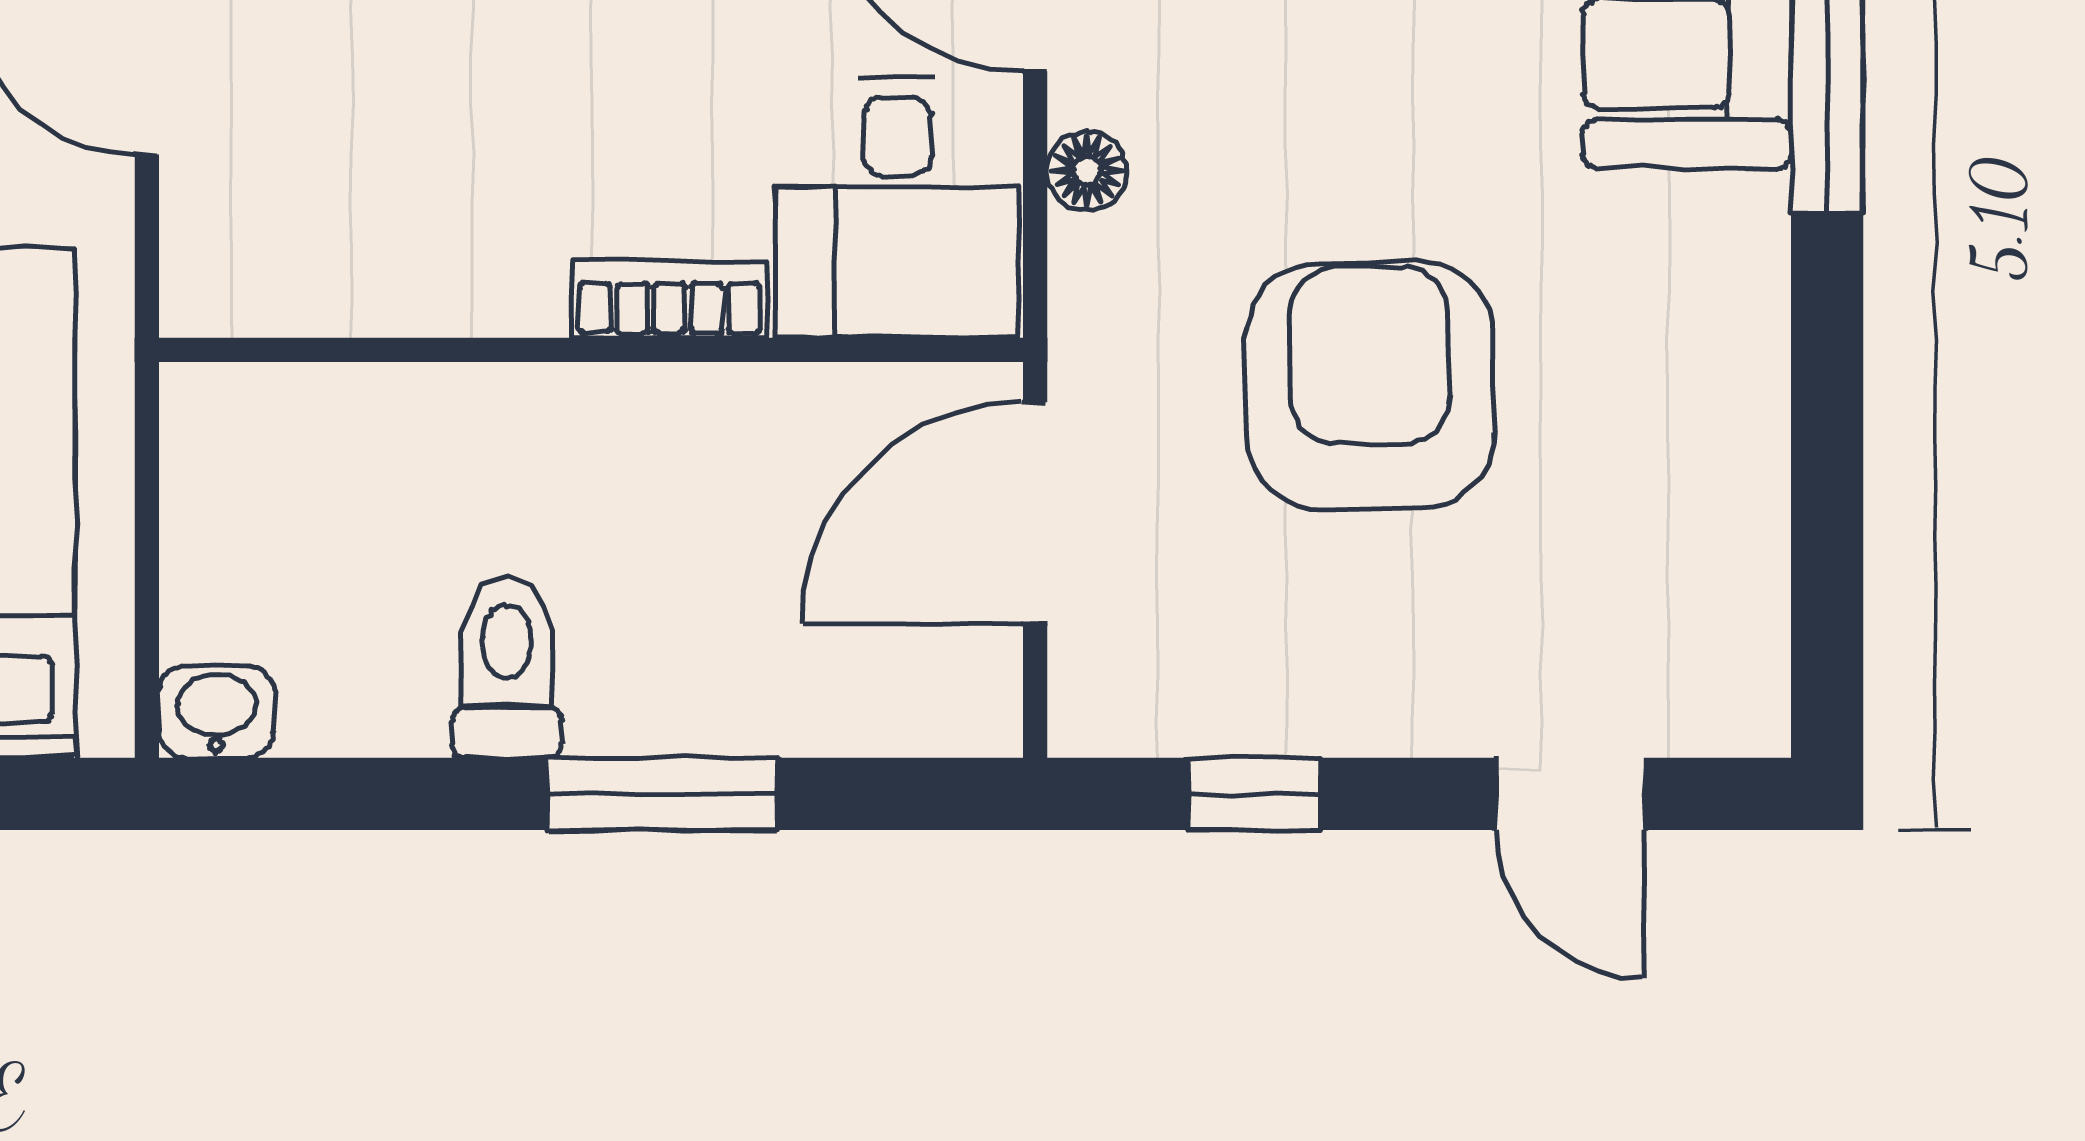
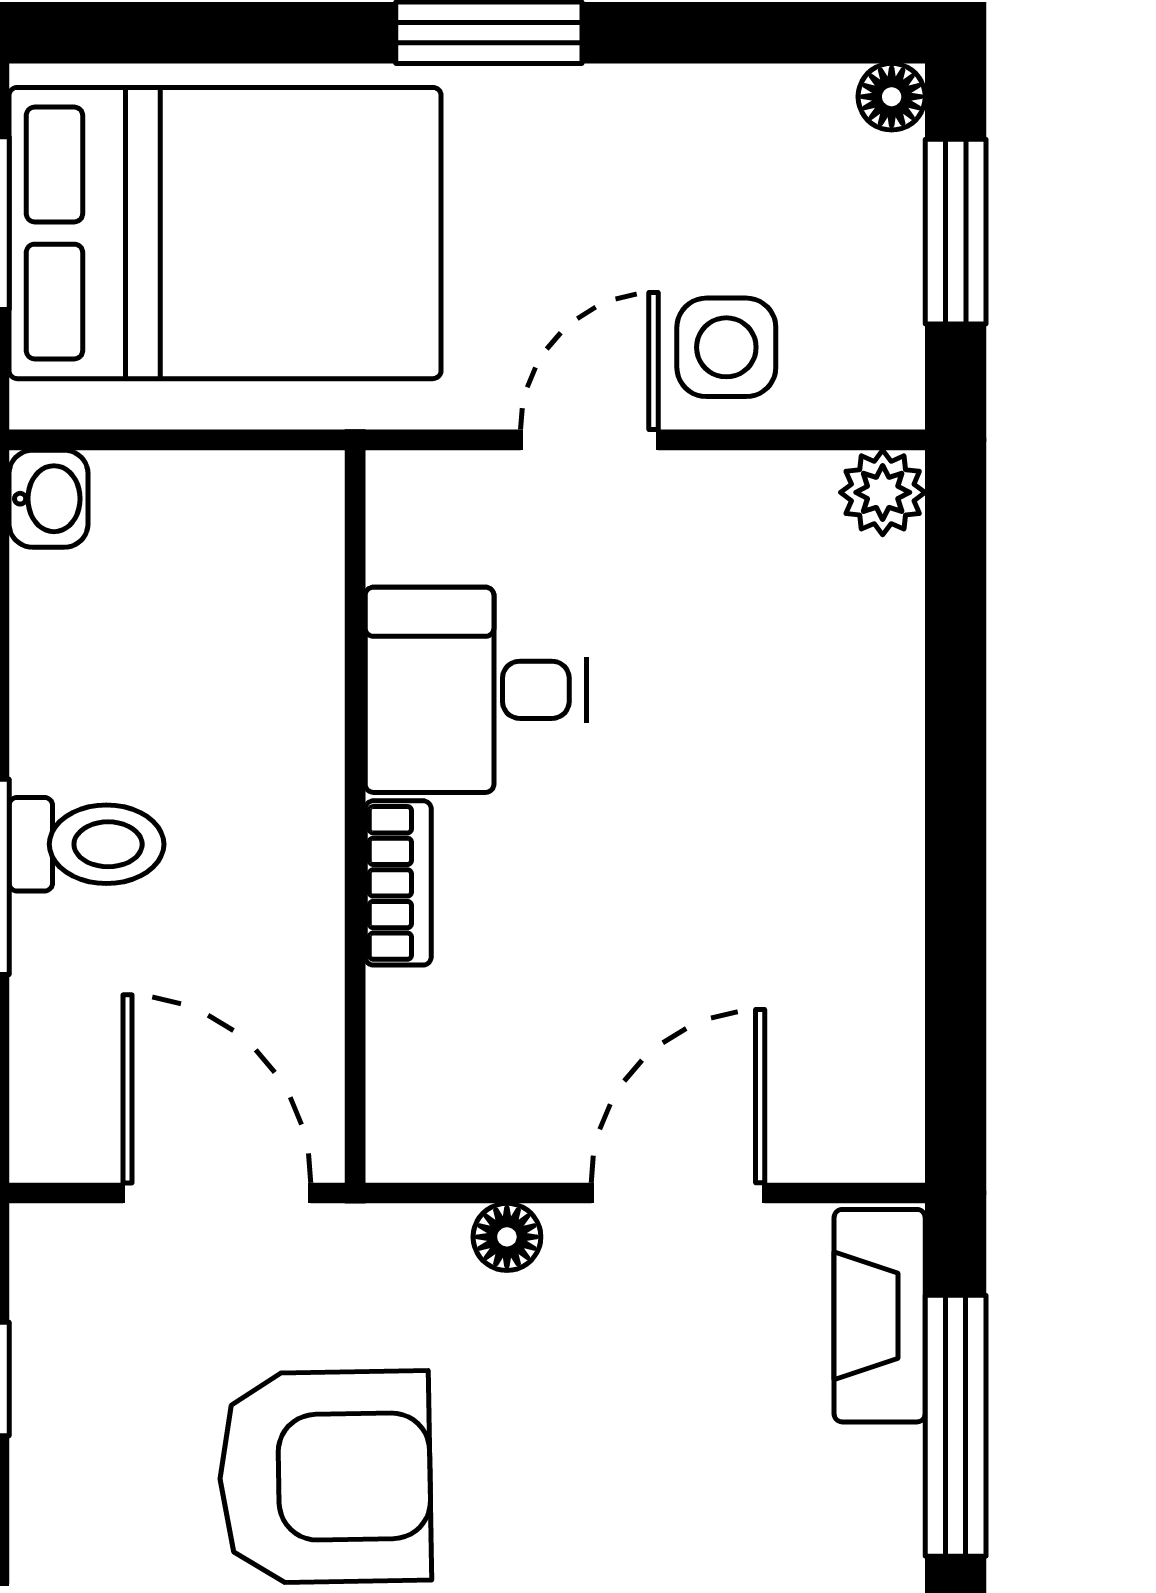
desk: (897, 207) -> (476, 690), moved
toilet: (507, 667) -> (86, 844), moved

